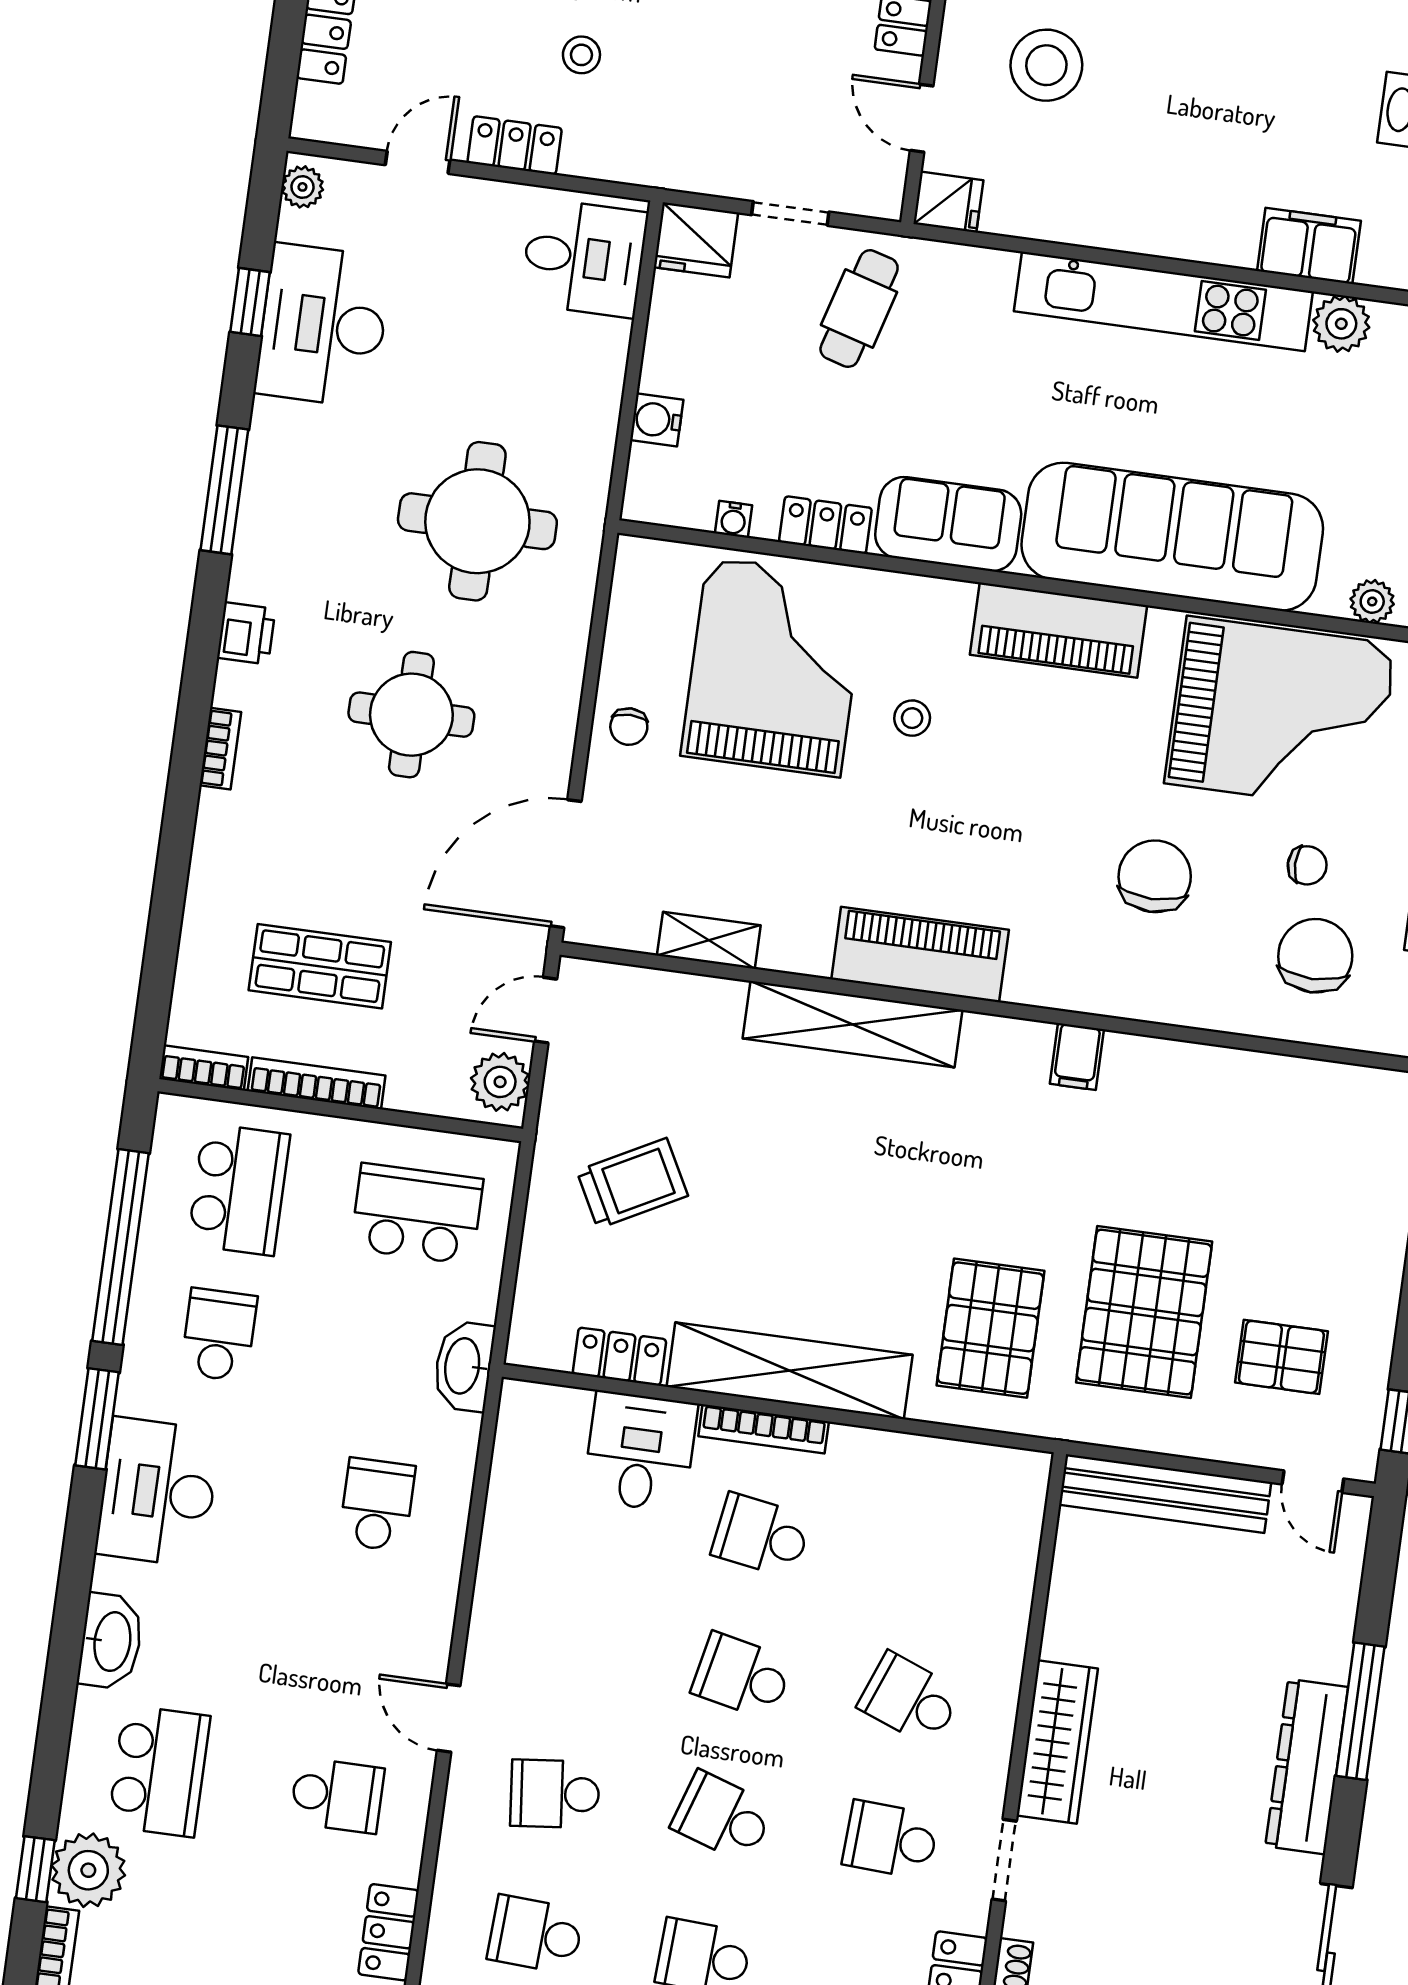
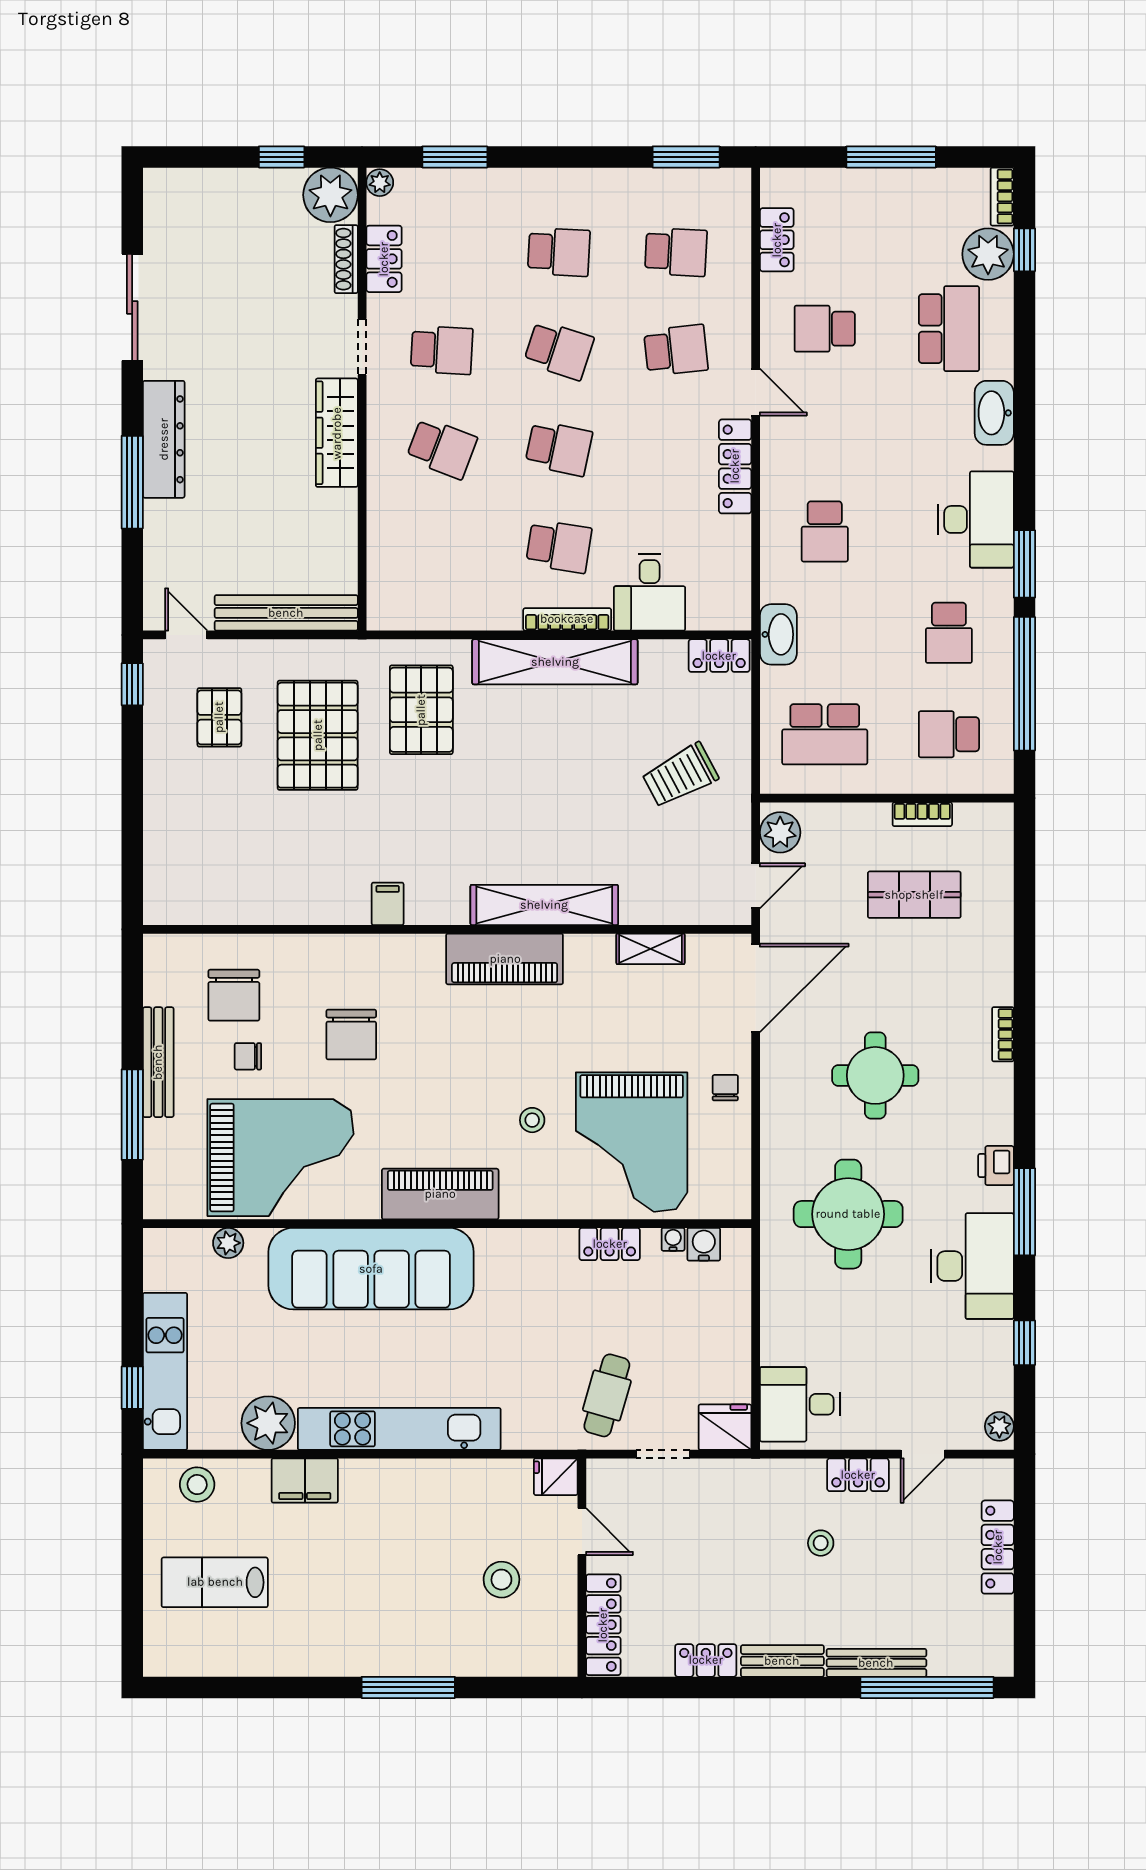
stool: (1046, 65) -> (501, 1580), width x0.73, depth x0.73
plant: (1341, 324) -> (268, 1423), width x1.36, depth x1.36
desk: (323, 325) -> (972, 1266), moved
water cooler: (657, 420) -> (704, 1244), moved, turned -90
sofa: (948, 524) -> (526, 1256), removed
printer: (246, 633) -> (996, 1166), moved
grand piano: (1280, 714) -> (281, 1158), turned 180
bookcase: (204, 1068) -> (984, 814), removed
bookcase: (317, 1083) -> (922, 814), width x0.64
school desk: (239, 1189) -> (949, 734), width x0.54
locker: (619, 1357) -> (719, 656), moved
pallet: (1281, 1357) -> (219, 717), turned 90
locker: (493, 1615) -> (735, 466), added
school desk: (159, 1771) -> (949, 329), turned 180

